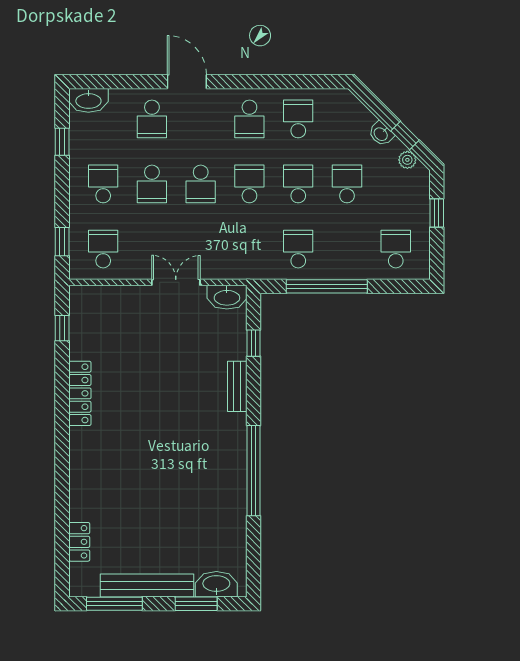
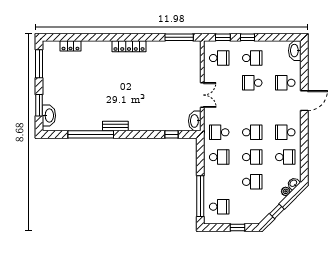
washbasin: (381, 134) -> (293, 183), moved
window: (62, 142) -> (247, 37), moved
plant: (407, 160) -> (286, 191), moved
school desk: (201, 184) -> (219, 132), moved
window: (327, 286) -> (200, 196), moved
window: (62, 328) -> (179, 37), width x2.17
bench: (237, 386) -> (115, 126), moved
locker: (80, 393) -> (129, 46), moved
window: (253, 471) -> (91, 134), moved
bench: (147, 585) -> (48, 80), removed

